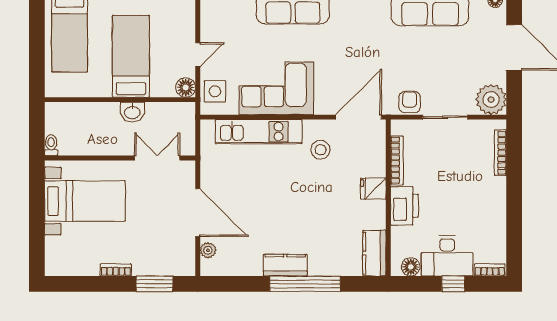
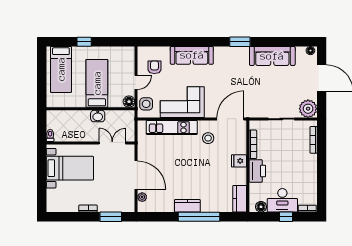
armchair: (410, 102) -> (154, 67), moved

